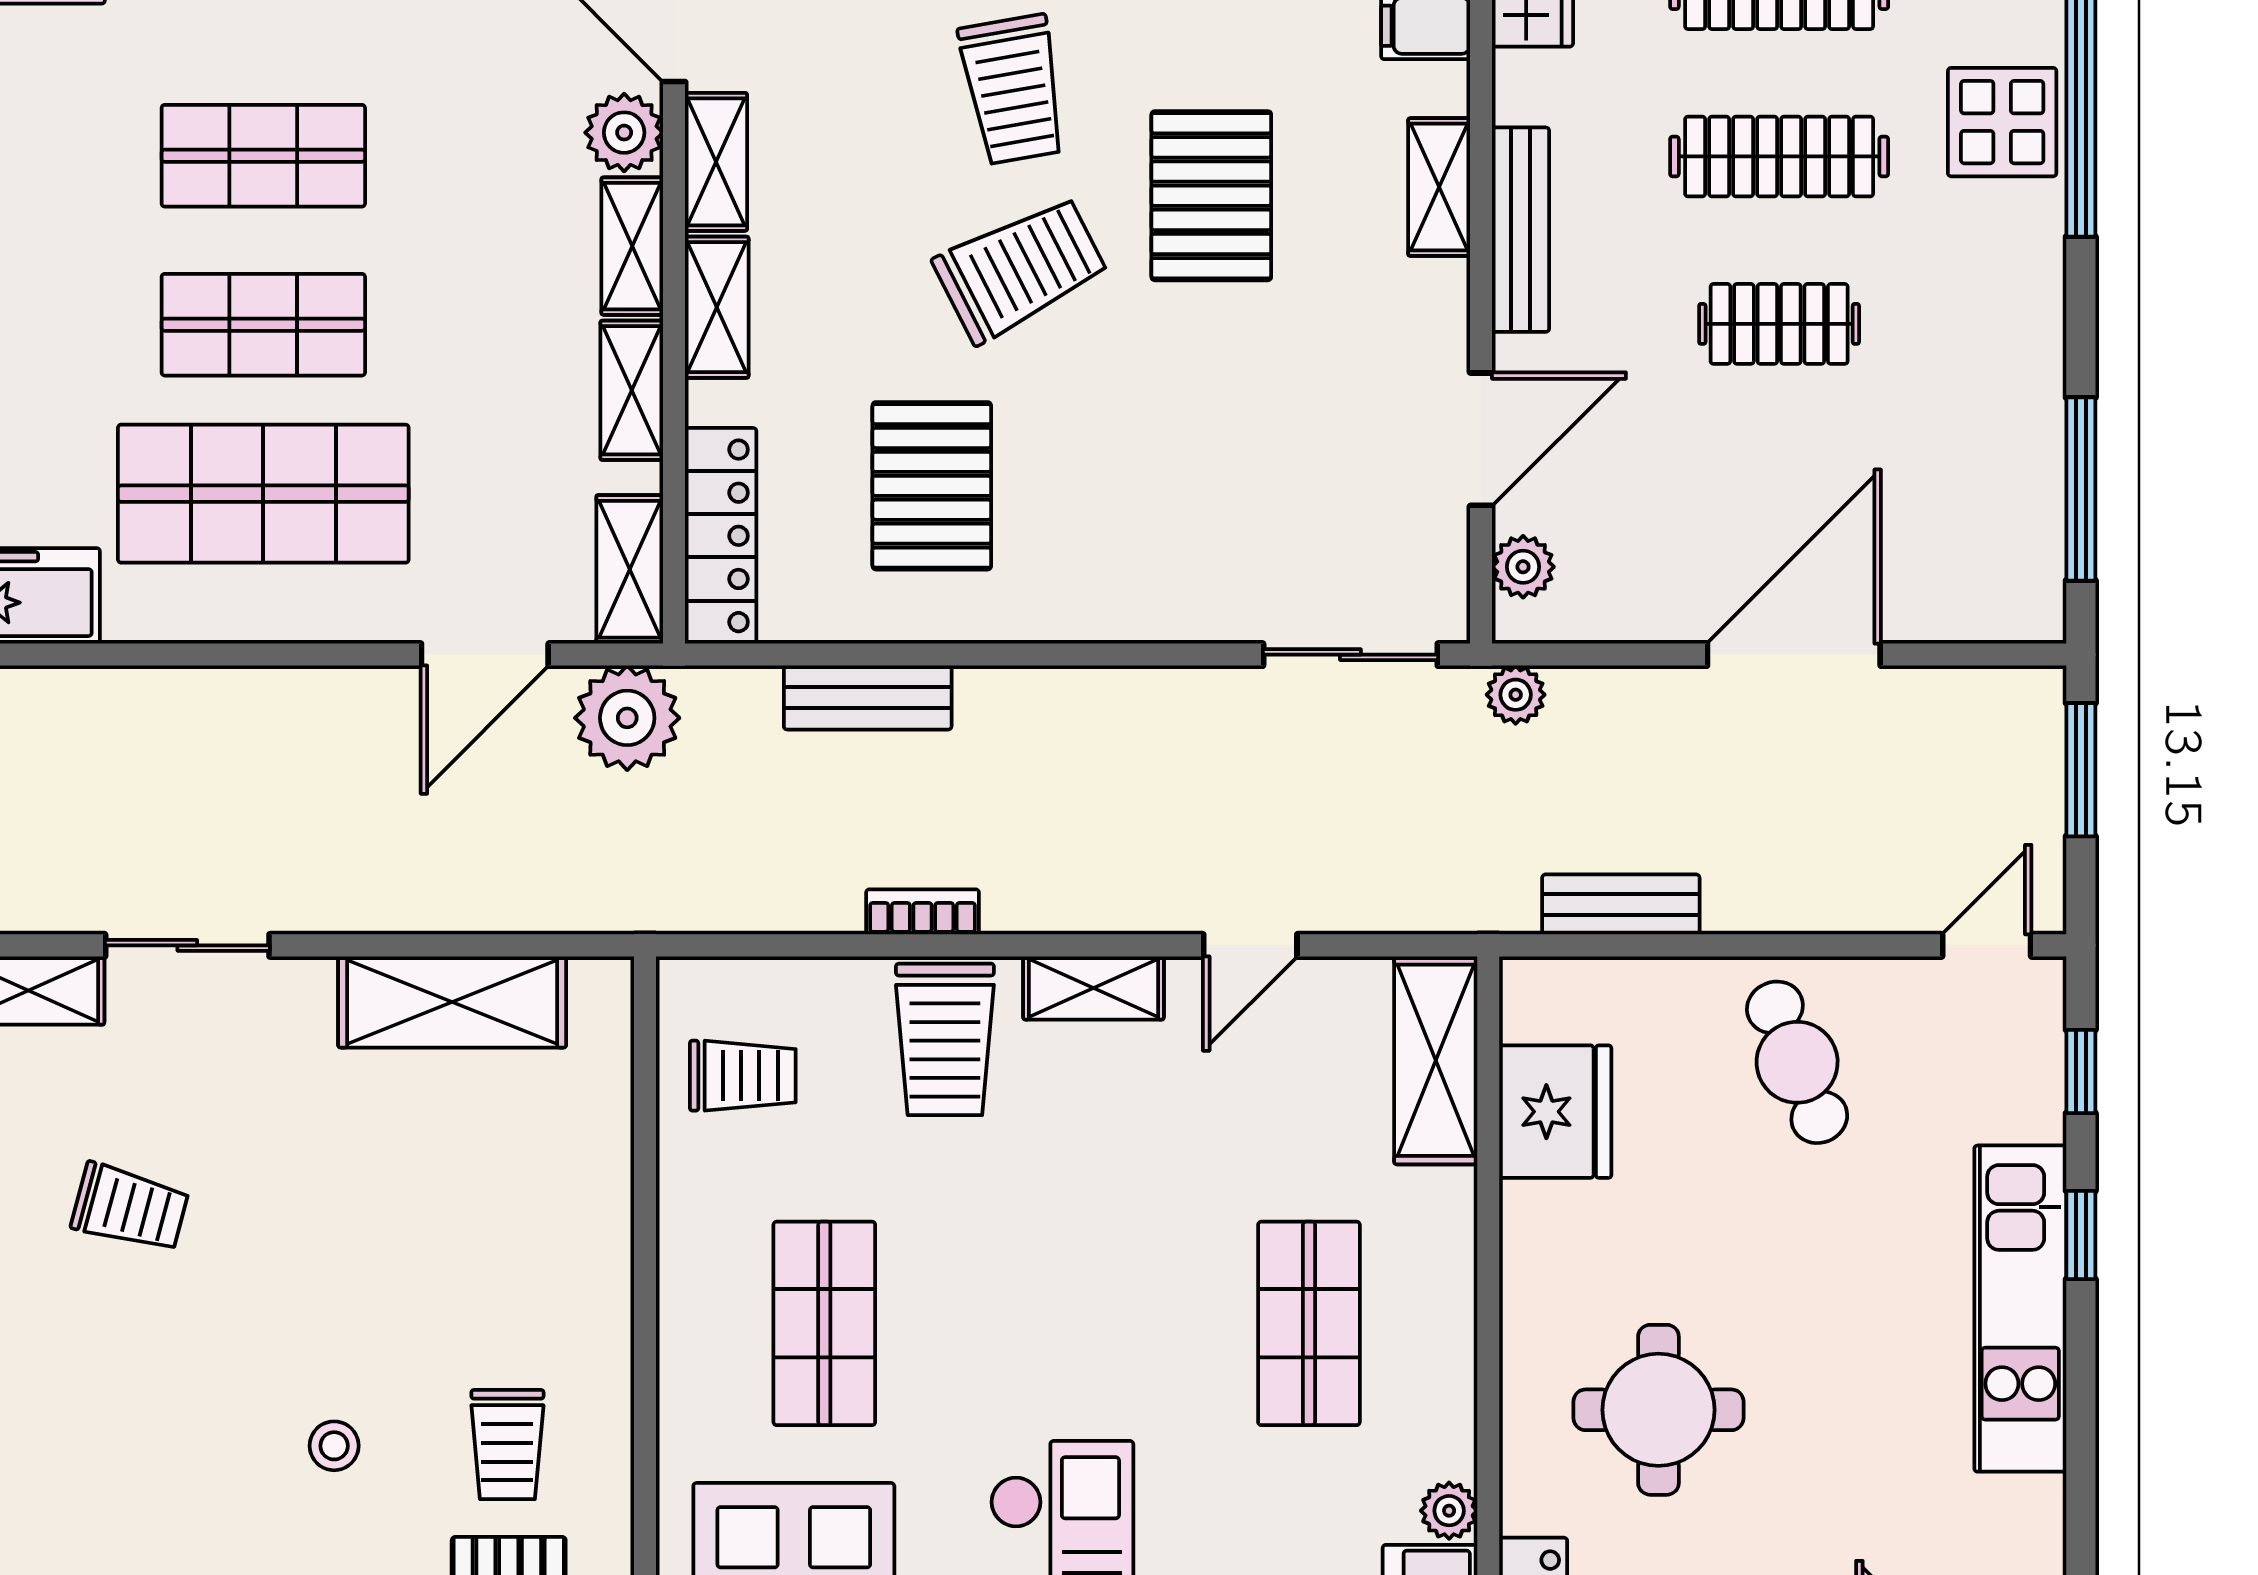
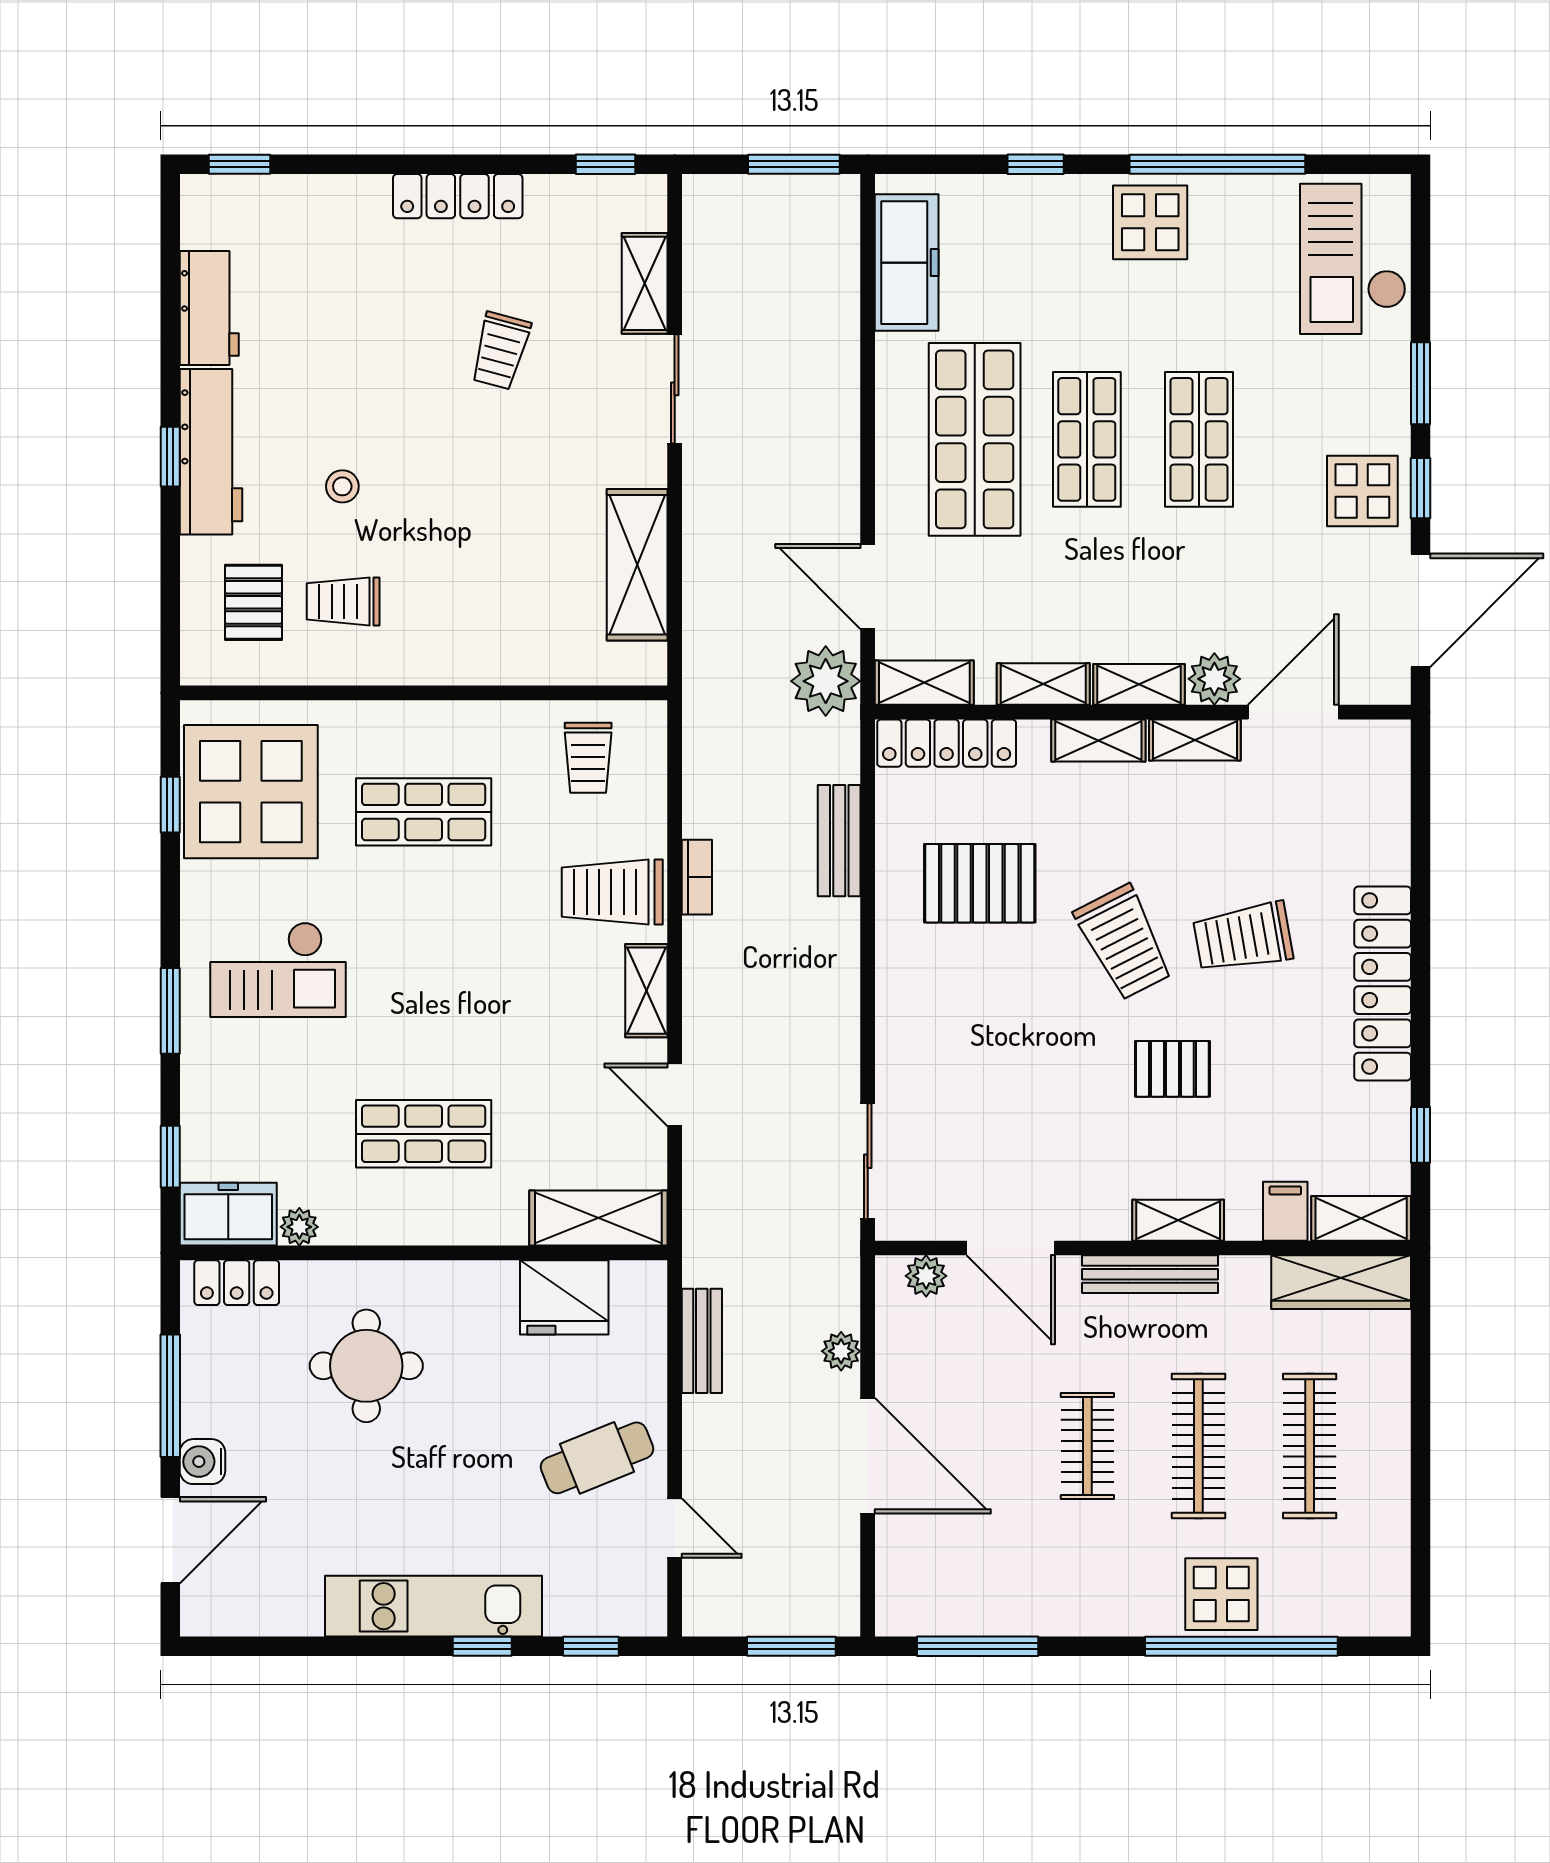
pallet: (1211, 196) -> (1172, 1069), width x0.67, depth x0.71
plant: (1516, 695) -> (841, 1351), moved
door: (1987, 945) -> (675, 1528), moved

